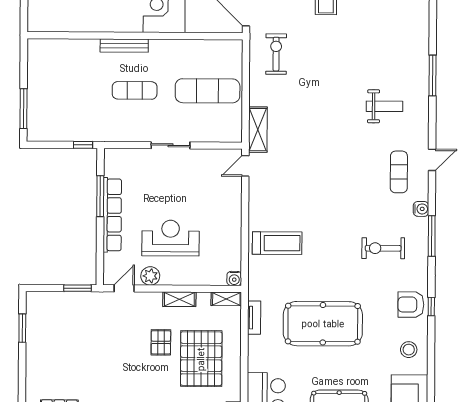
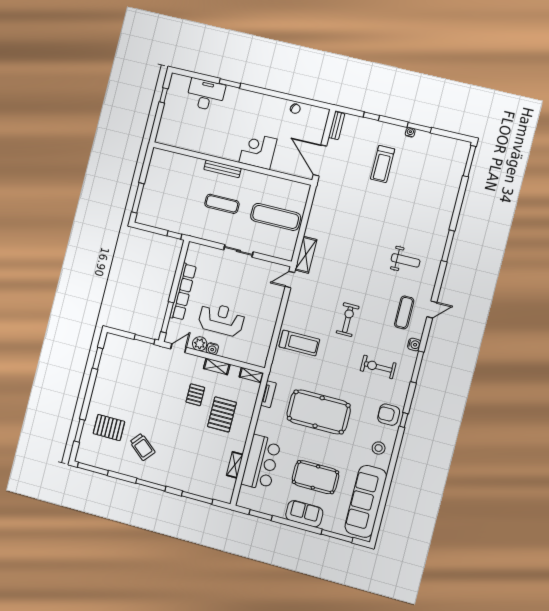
exercise bike: (276, 54) -> (348, 320), moved
window: (100, 196) -> (167, 317), moved
water cooler: (234, 278) -> (212, 349), moved
pallet: (201, 359) -> (222, 414), width x0.73, depth x0.71

